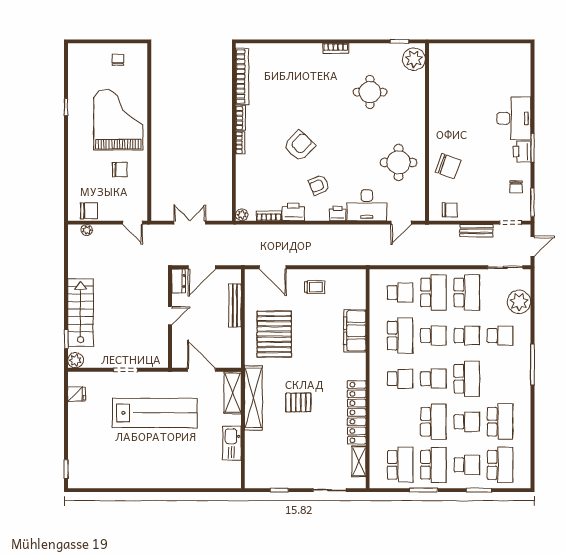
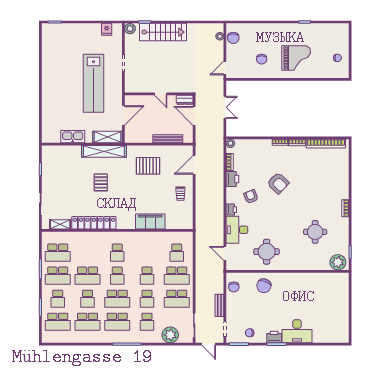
grand piano: (118, 120) -> (296, 58), width x0.73, depth x0.68
pallet: (274, 334) -> (148, 166), width x0.73, depth x0.71
school desk: (400, 336) -> (117, 322), moved

